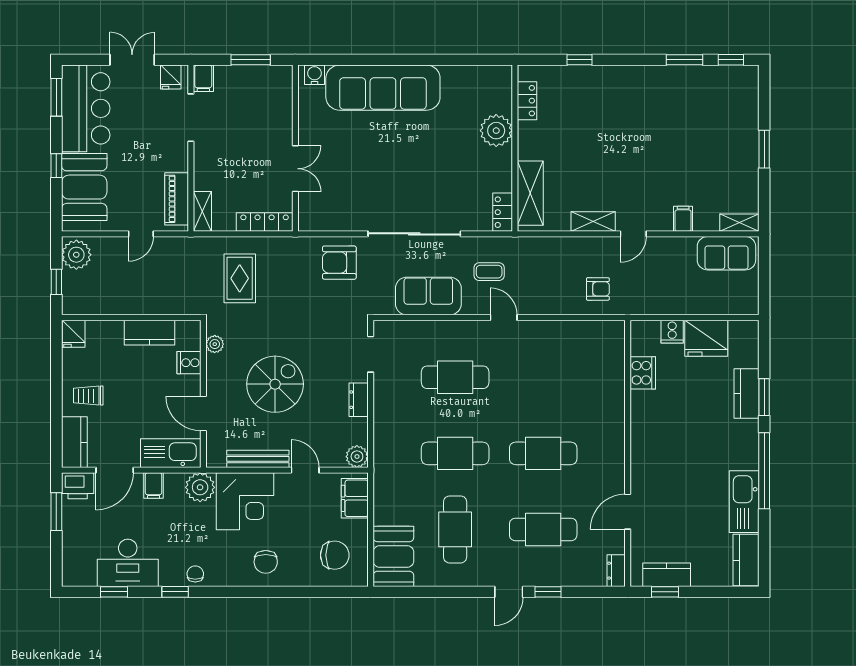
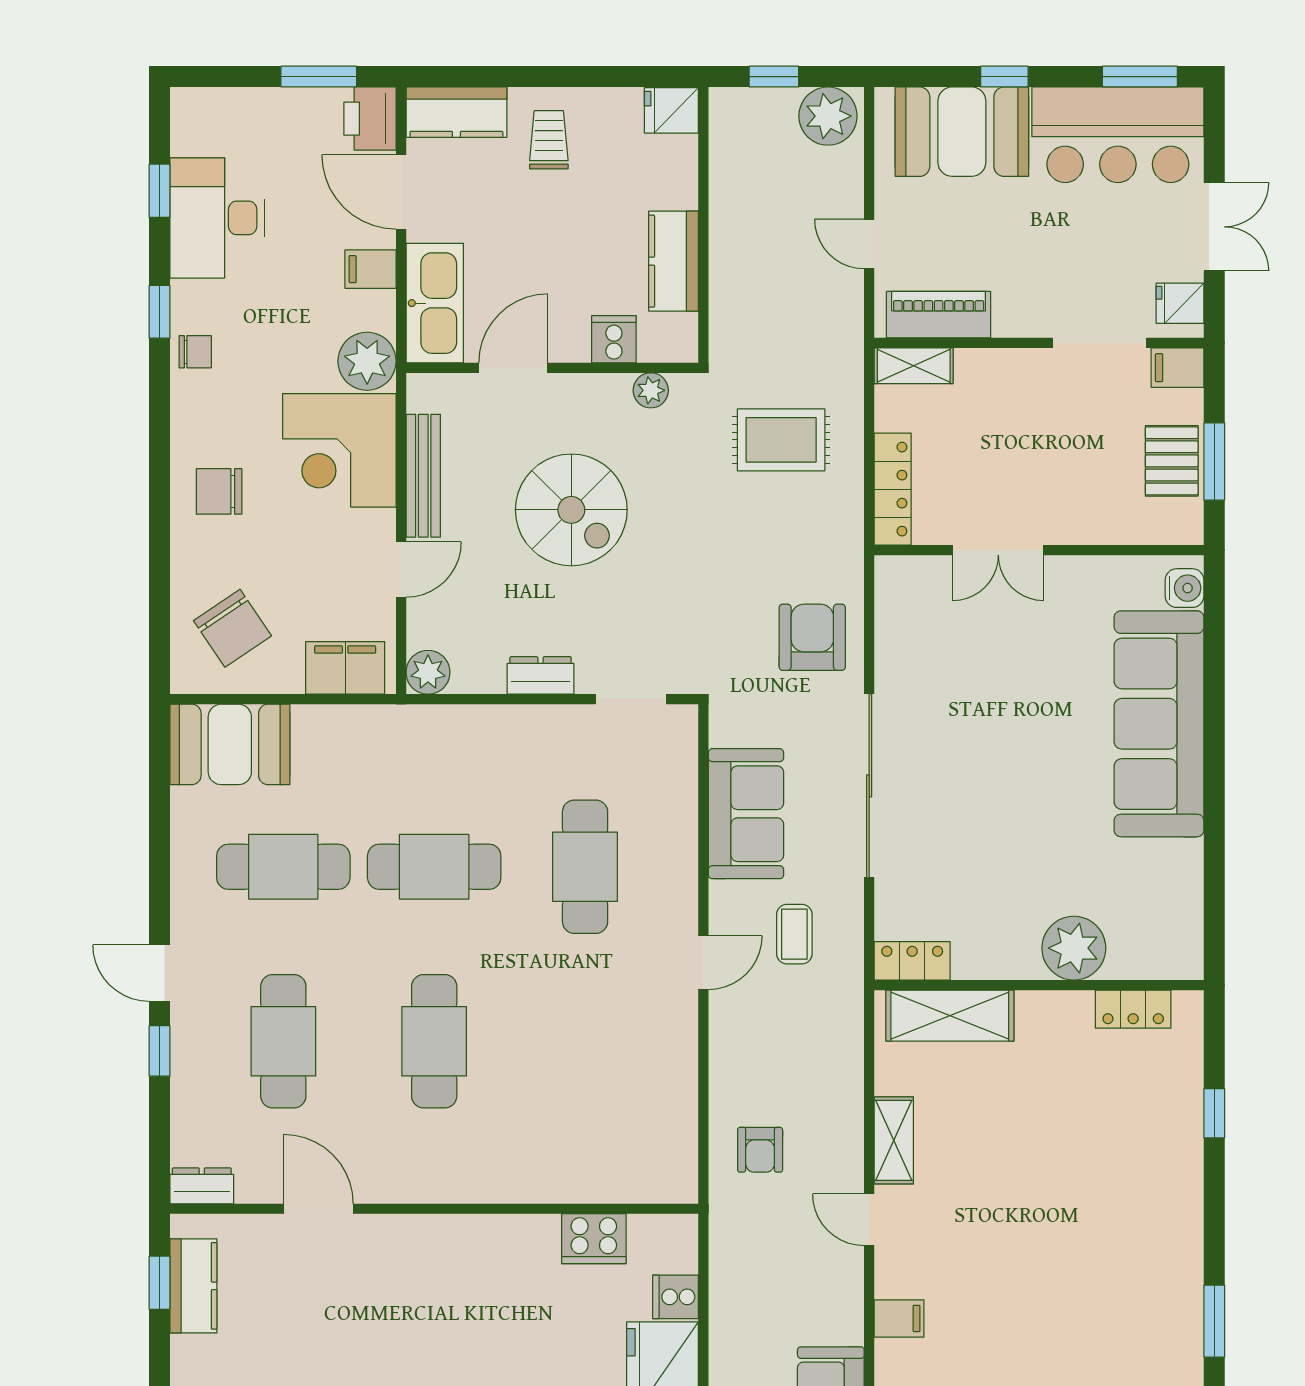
pallet: (250, 81) -> (1172, 461), added
cafe table: (455, 453) -> (434, 867), turned 90
chair: (335, 555) -> (232, 628), turned -34

